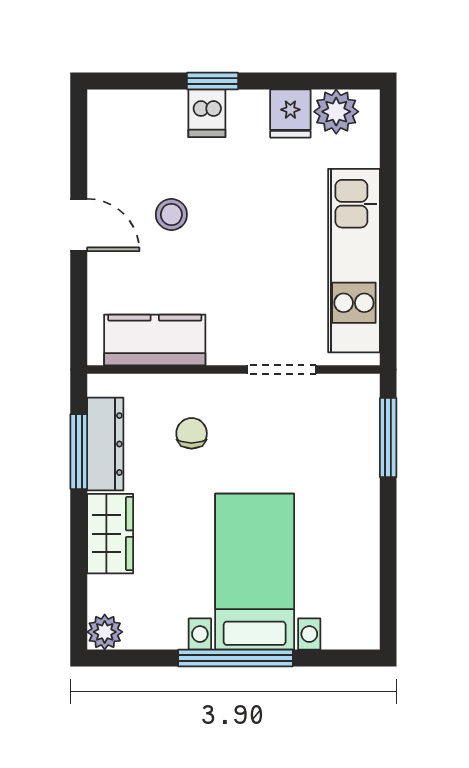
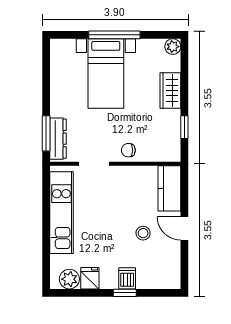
kitchen counter: (155, 340) -> (169, 188), moved, turned 90
chair: (192, 433) -> (128, 150), moved, turned 90
dresser: (105, 444) -> (58, 139), moved, turned 180
window: (79, 452) -> (184, 127), width x0.67

